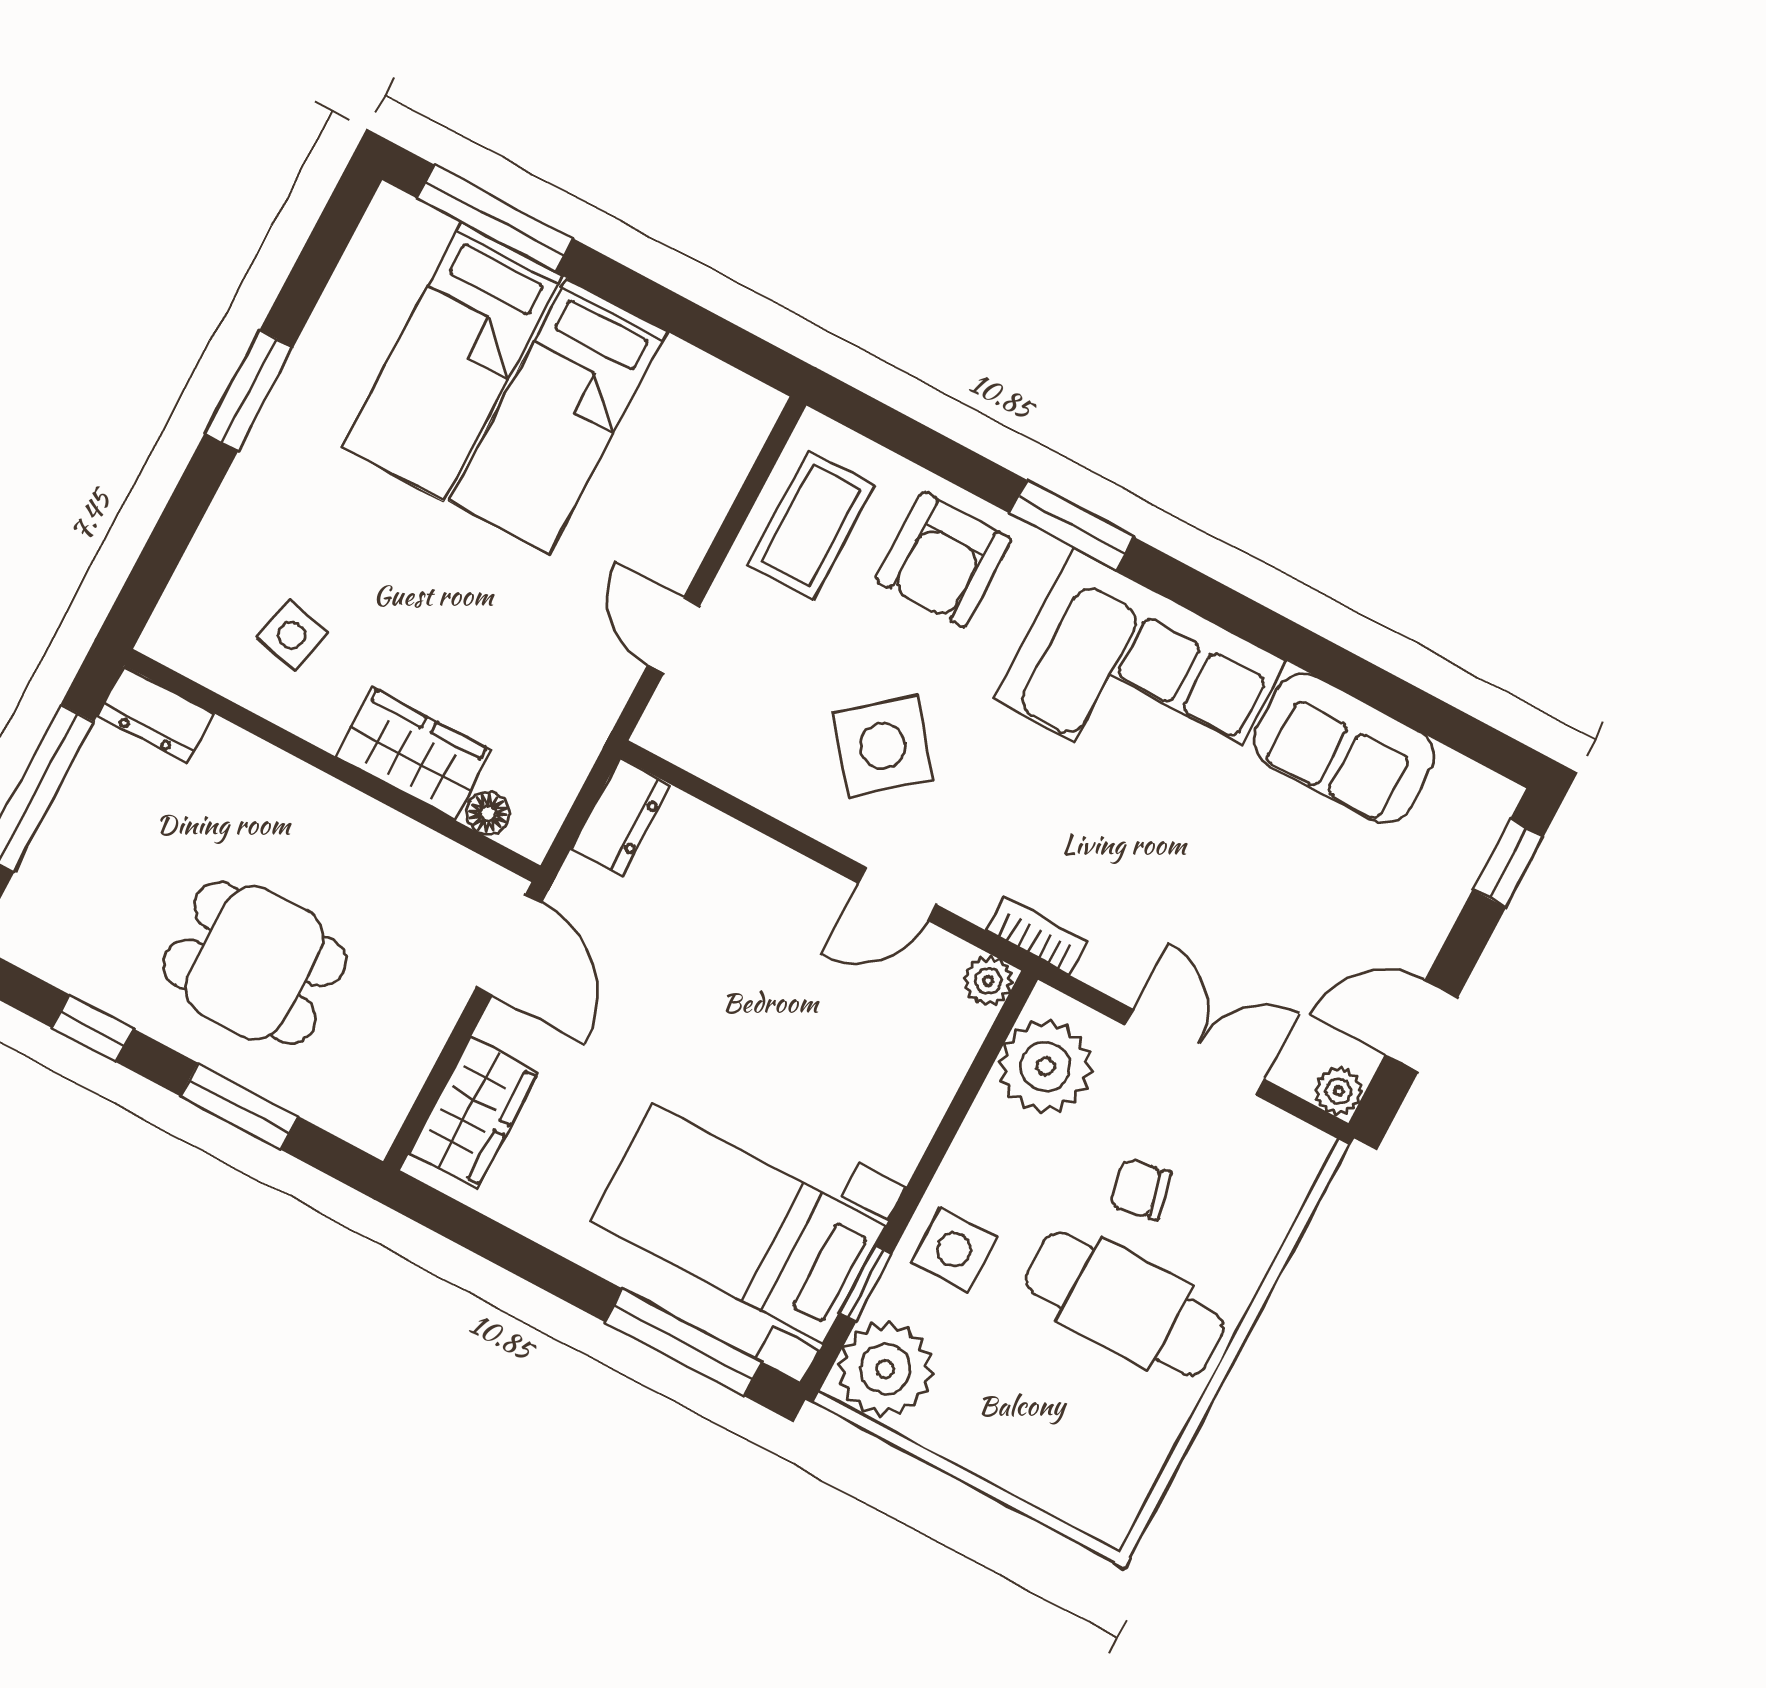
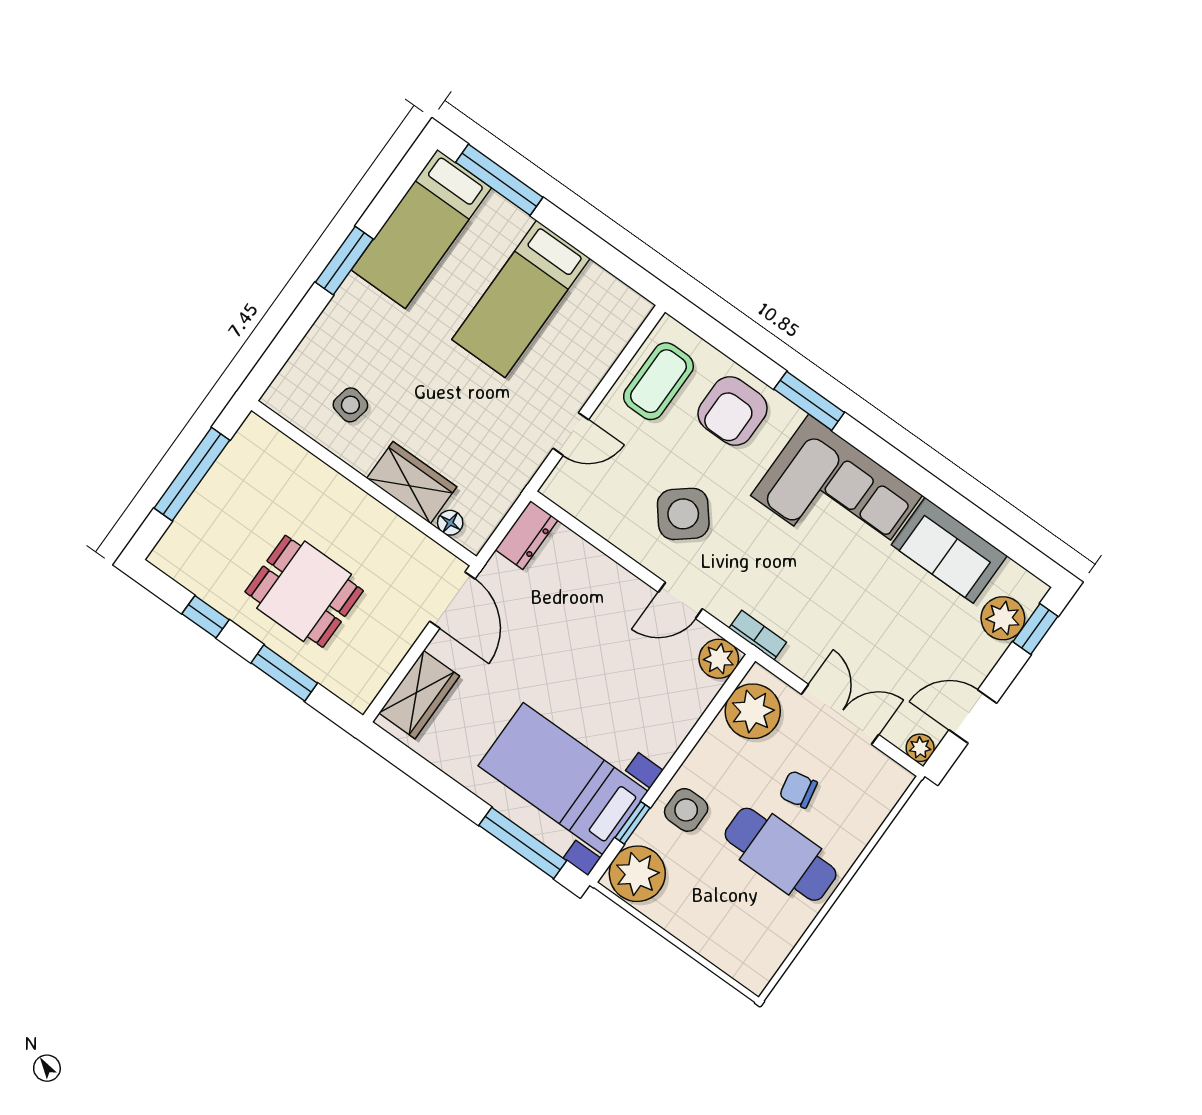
bed: (452, 362) -> (421, 229), moved
door: (674, 635) -> (571, 434), swing flipped
dresser: (155, 715) -> (266, 440), removed
plant: (1450, 852) -> (1003, 618), added
plant: (988, 981) -> (719, 659), width x1.38, depth x1.38

